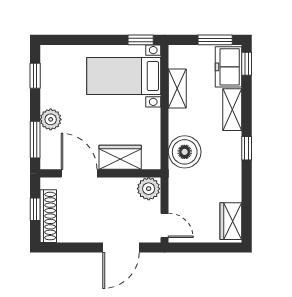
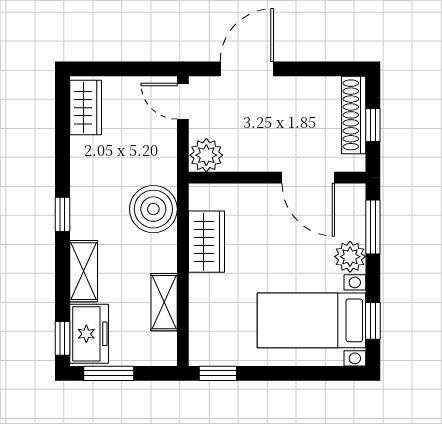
bed with nightstands: (124, 76) -> (312, 320), moved, turned 180
wardrobe: (120, 157) -> (206, 242), moved, turned -90

